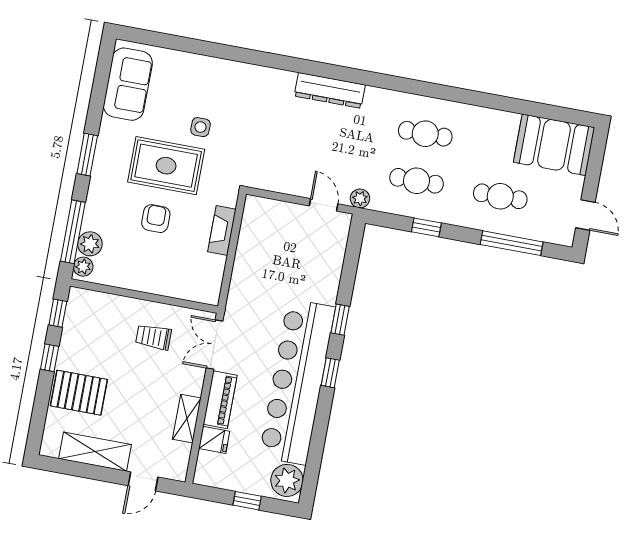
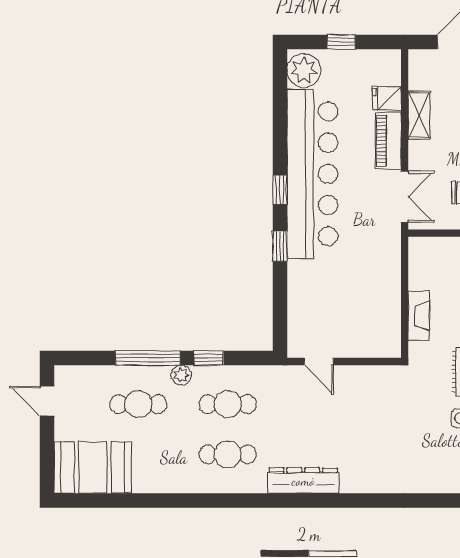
dresser: (330, 90) -> (303, 481), moved
plant: (360, 198) -> (181, 375), moved
window: (512, 243) -> (148, 358), moved

